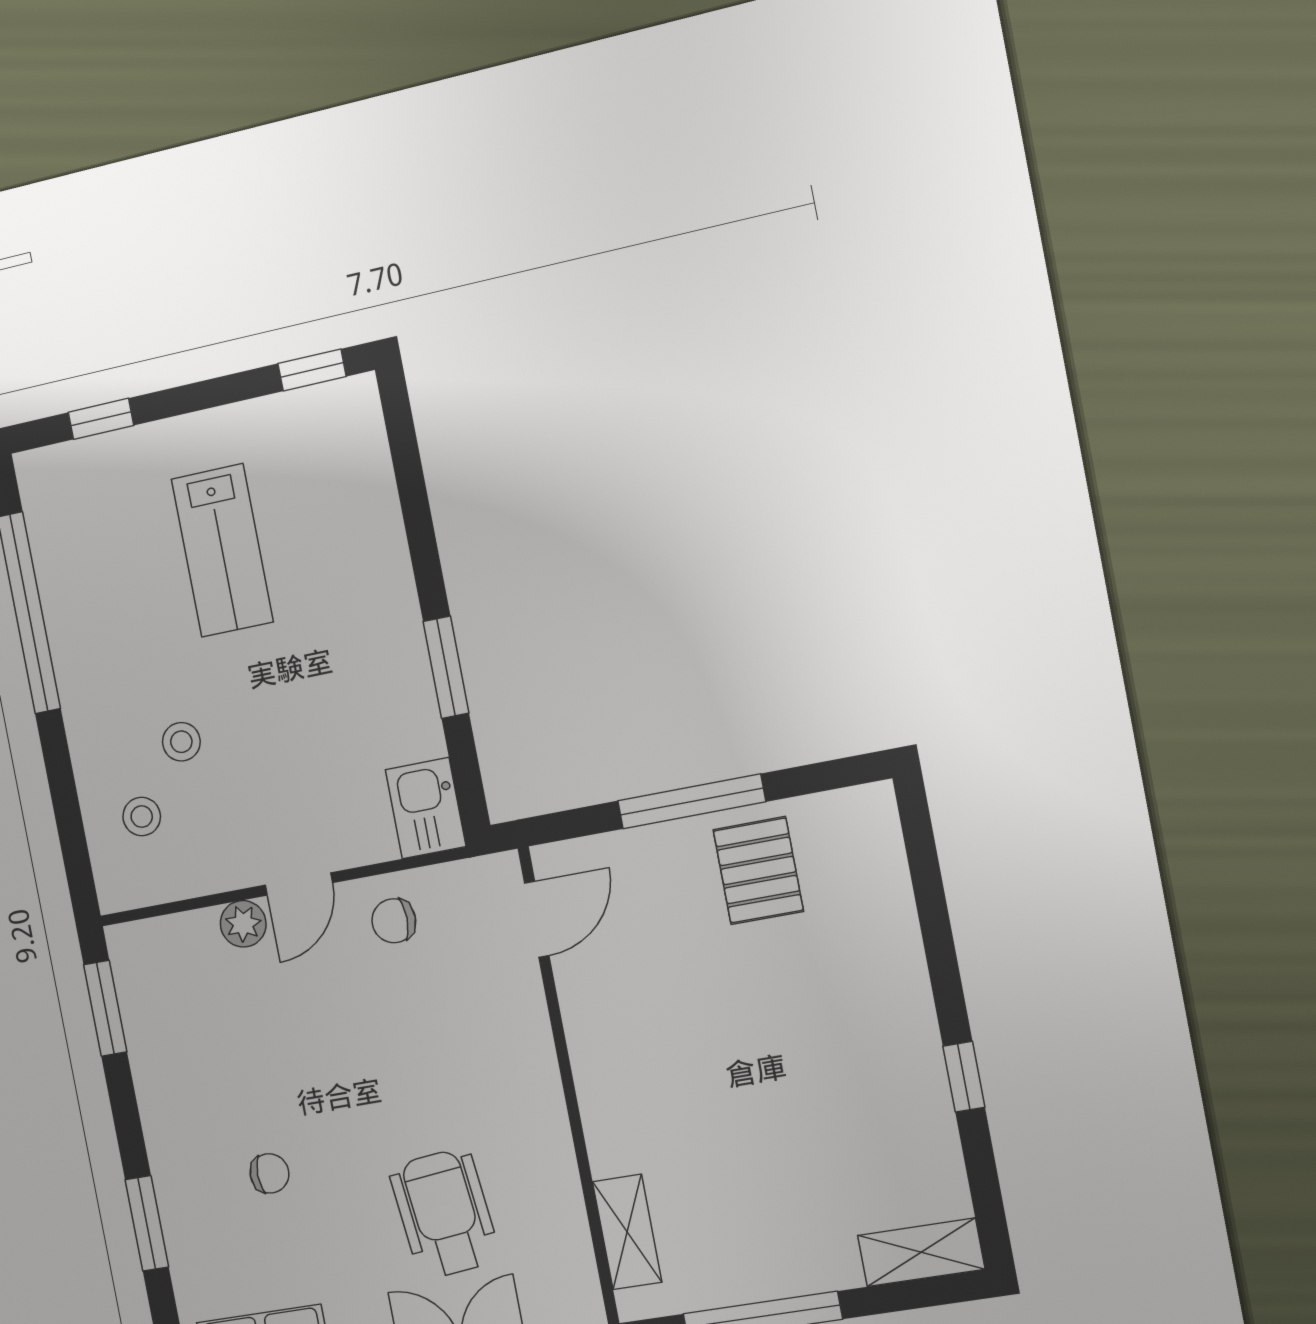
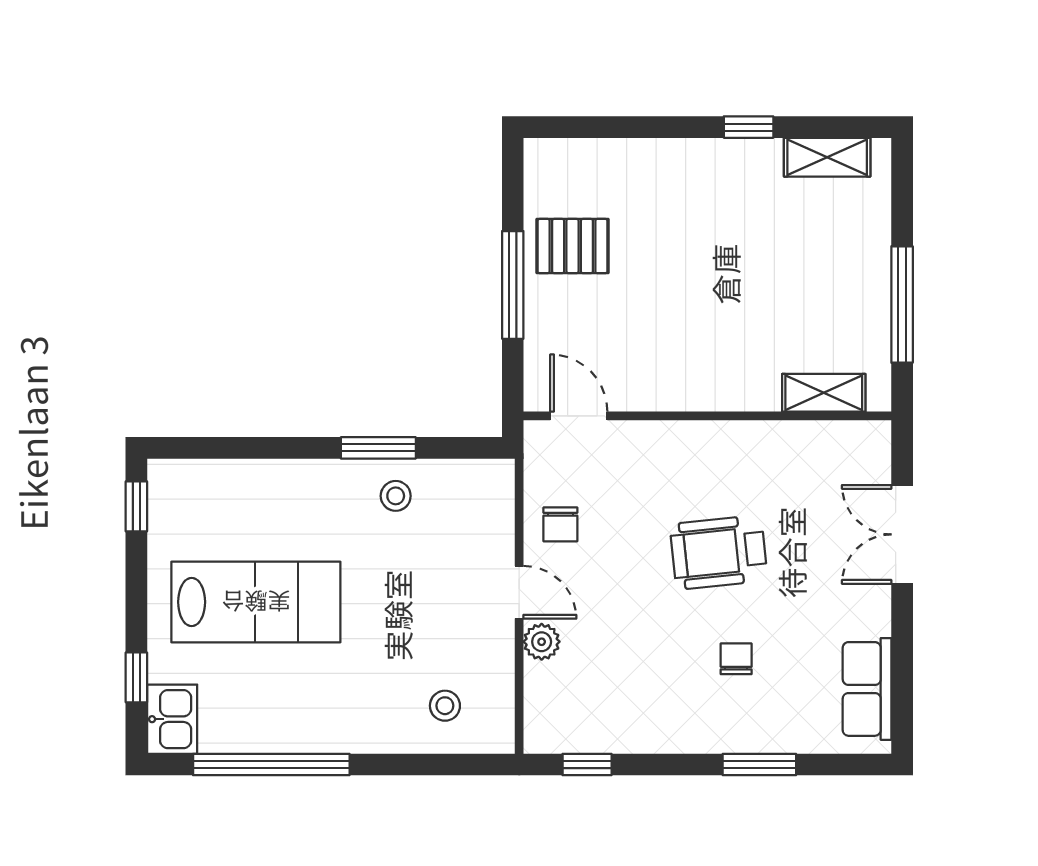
lab bench: (222, 550) -> (256, 602), width x1.36, depth x1.39
stool: (181, 742) -> (396, 496), moved
kitchen sink: (426, 808) -> (172, 719), moved, turned -90
window: (105, 1008) -> (587, 764), width x0.67
wheelchair: (444, 1213) -> (719, 552), moved
shelving: (921, 1252) -> (827, 157), moved, turned 90

